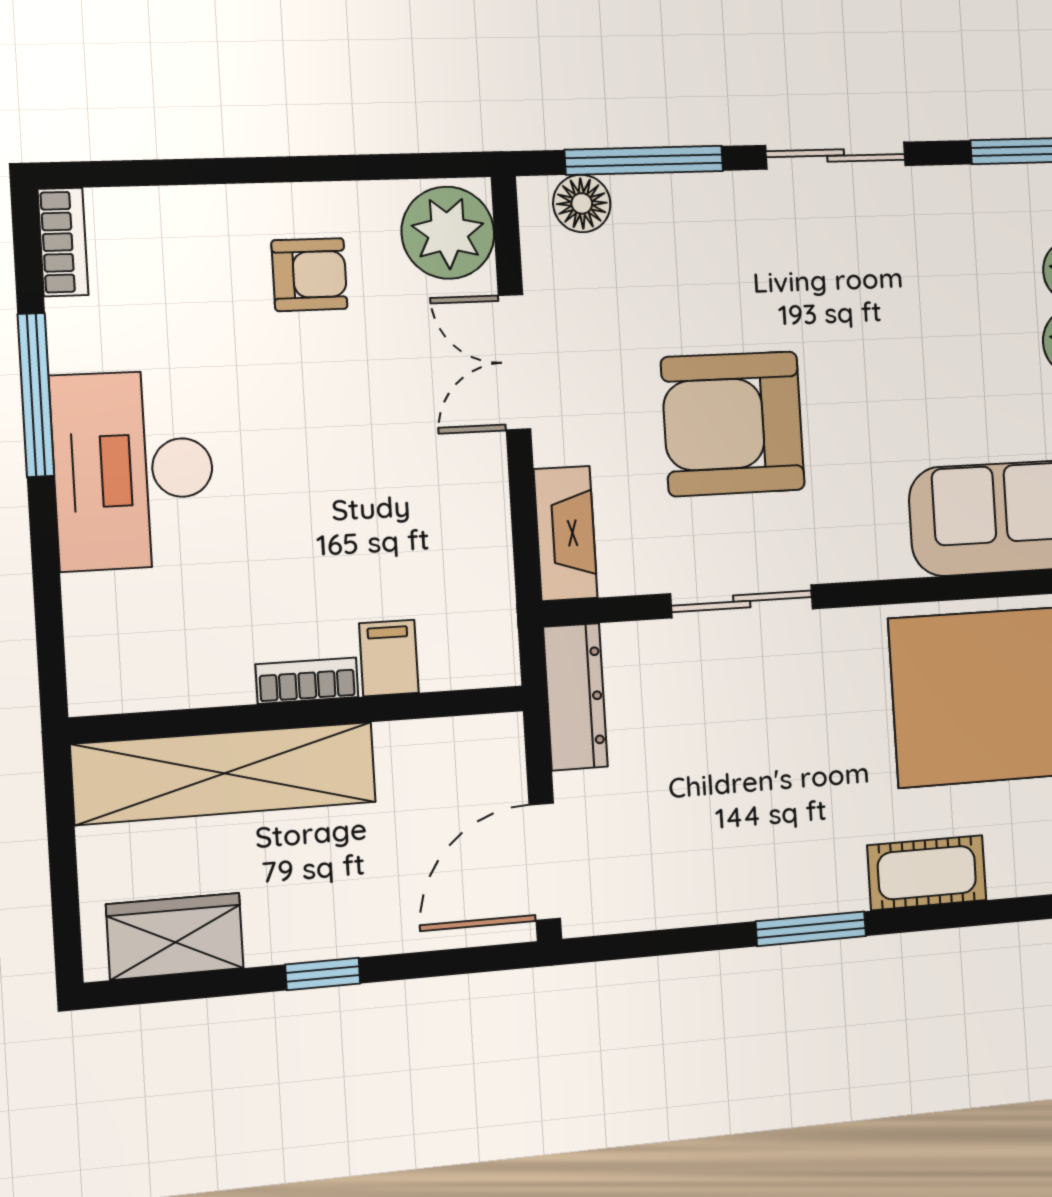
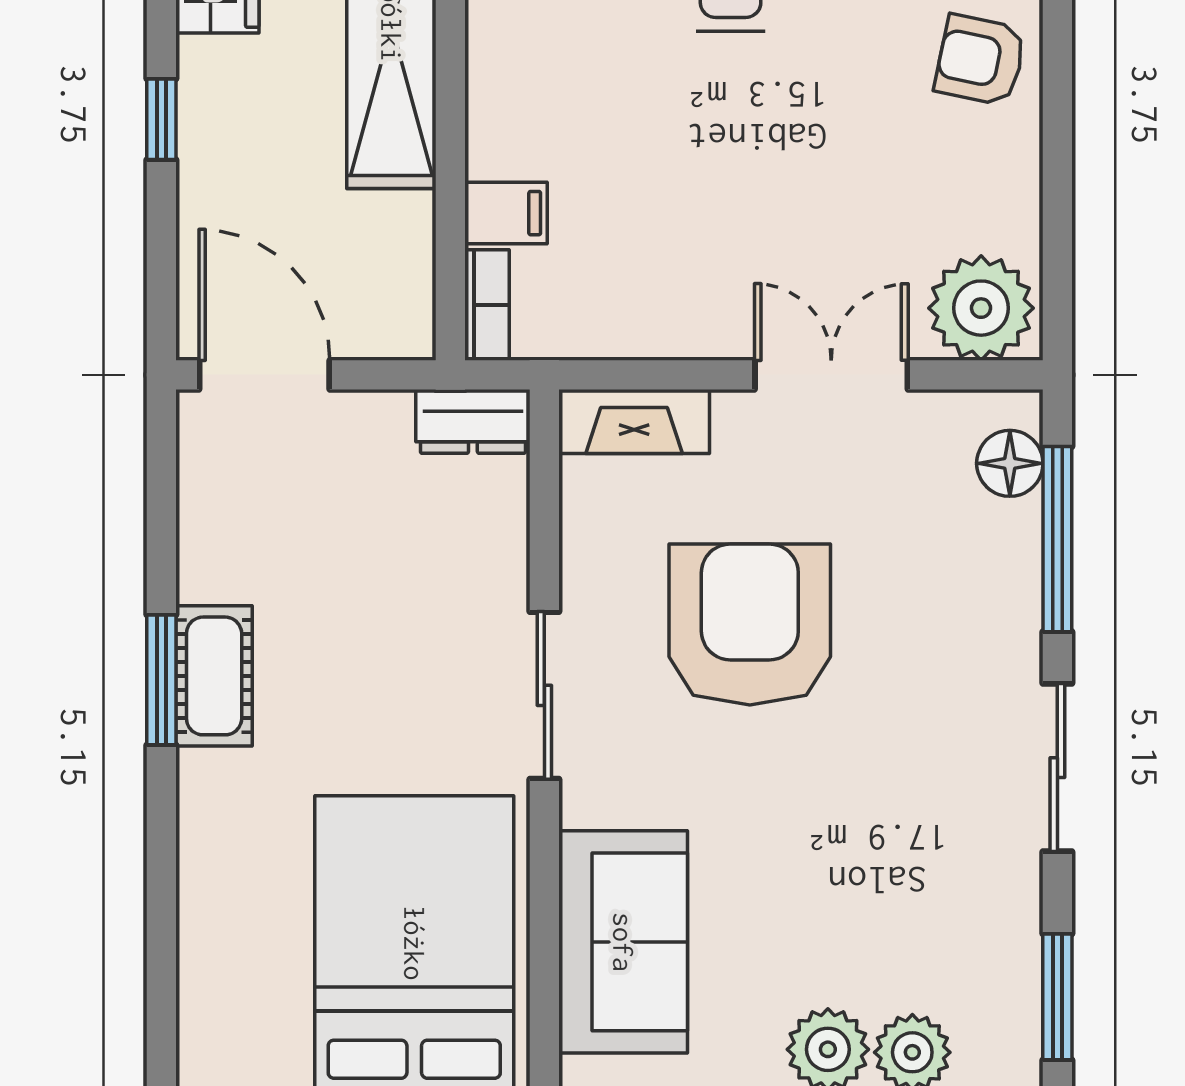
armchair: (309, 275) -> (980, 60), moved, turned 102
sliding door: (742, 601) -> (544, 695), moved
bookcase: (307, 681) -> (487, 305), moved
dresser: (575, 697) -> (473, 421), width x0.70
cot: (927, 873) -> (214, 676), moved

